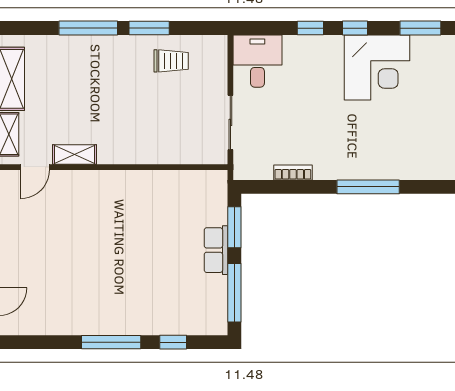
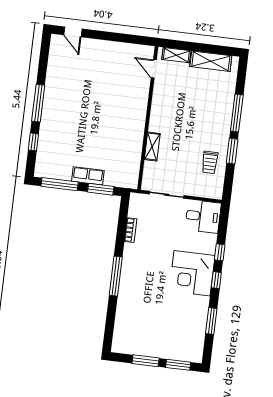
corner desk: (377, 67) -> (192, 273), moved
shelving: (74, 154) -> (152, 147), moved

